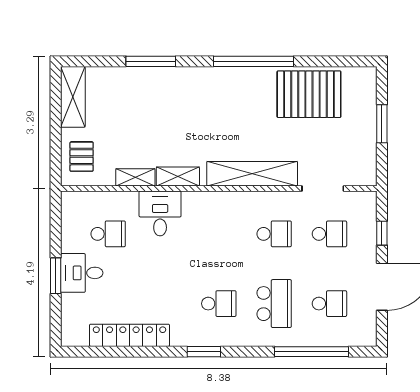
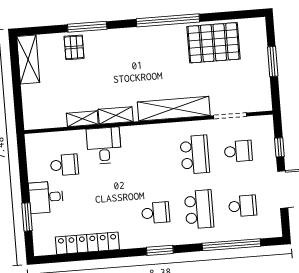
pallet: (82, 157) -> (74, 47), moved
school desk: (274, 234) -> (195, 155), width x1.85
window: (56, 276) -> (27, 217), moved
window: (204, 352) -> (160, 250), moved

